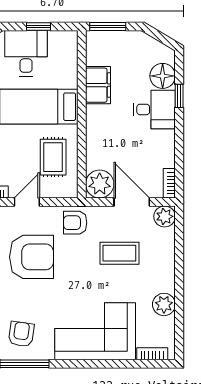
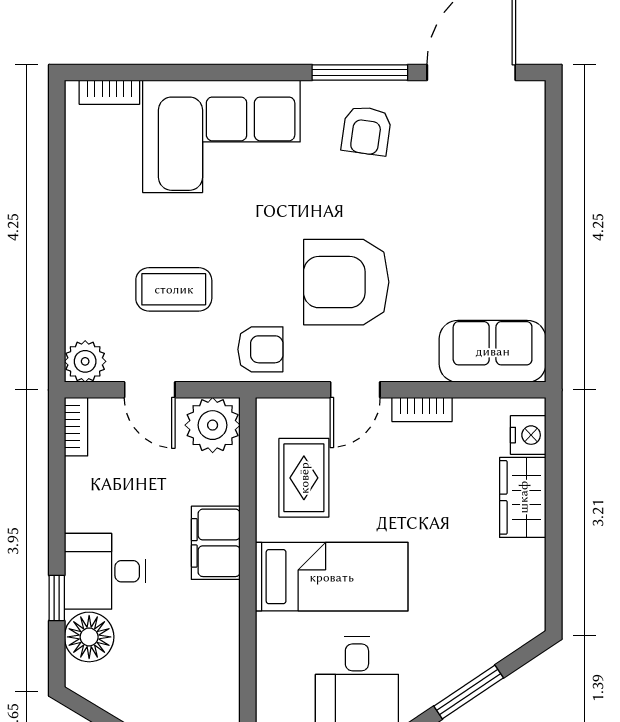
filing cabinet: (98, 85) -> (216, 543), moved
door: (132, 202) -> (150, 390), width x0.73
plant: (164, 304) -> (86, 189), removed

